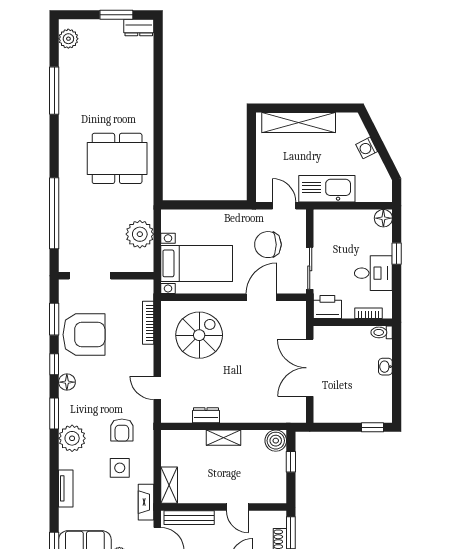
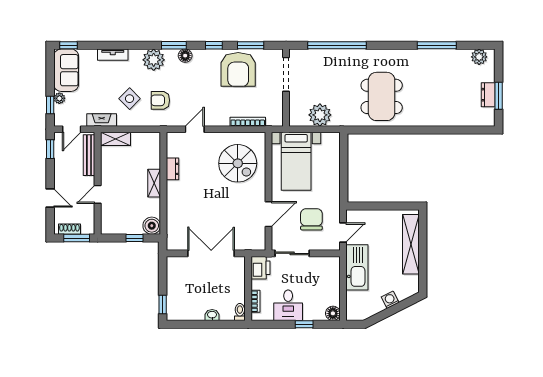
dresser: (139, 28) -> (488, 95), moved
door: (262, 297) -> (269, 214), hinge flipped
floor lamp: (67, 382) -> (185, 56), moved
side table: (120, 468) -> (130, 99), turned 45

